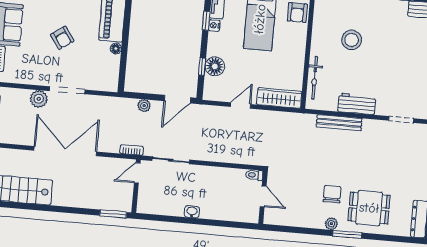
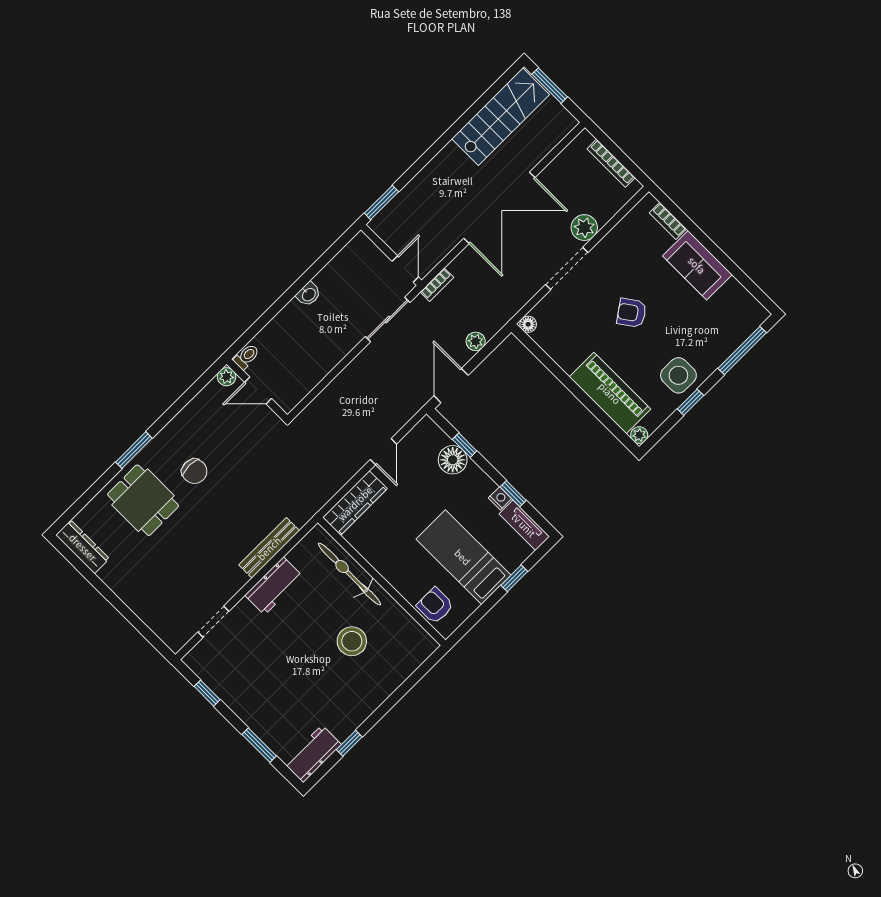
floor lamp: (116, 49) -> (528, 324), moved
bicycle: (315, 78) -> (349, 574), width x1.37, depth x1.40
toilet: (254, 175) -> (247, 357), moved
dining table: (369, 208) -> (143, 500), turned 90
plant: (331, 224) -> (227, 377), moved

